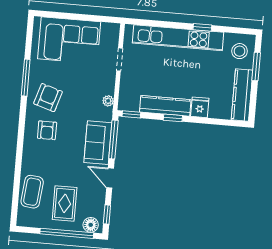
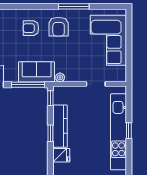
window: (202, 27) -> (129, 131), moved
armchair: (48, 98) -> (59, 27), turned 73
sofa: (98, 143) -> (37, 72), moved

